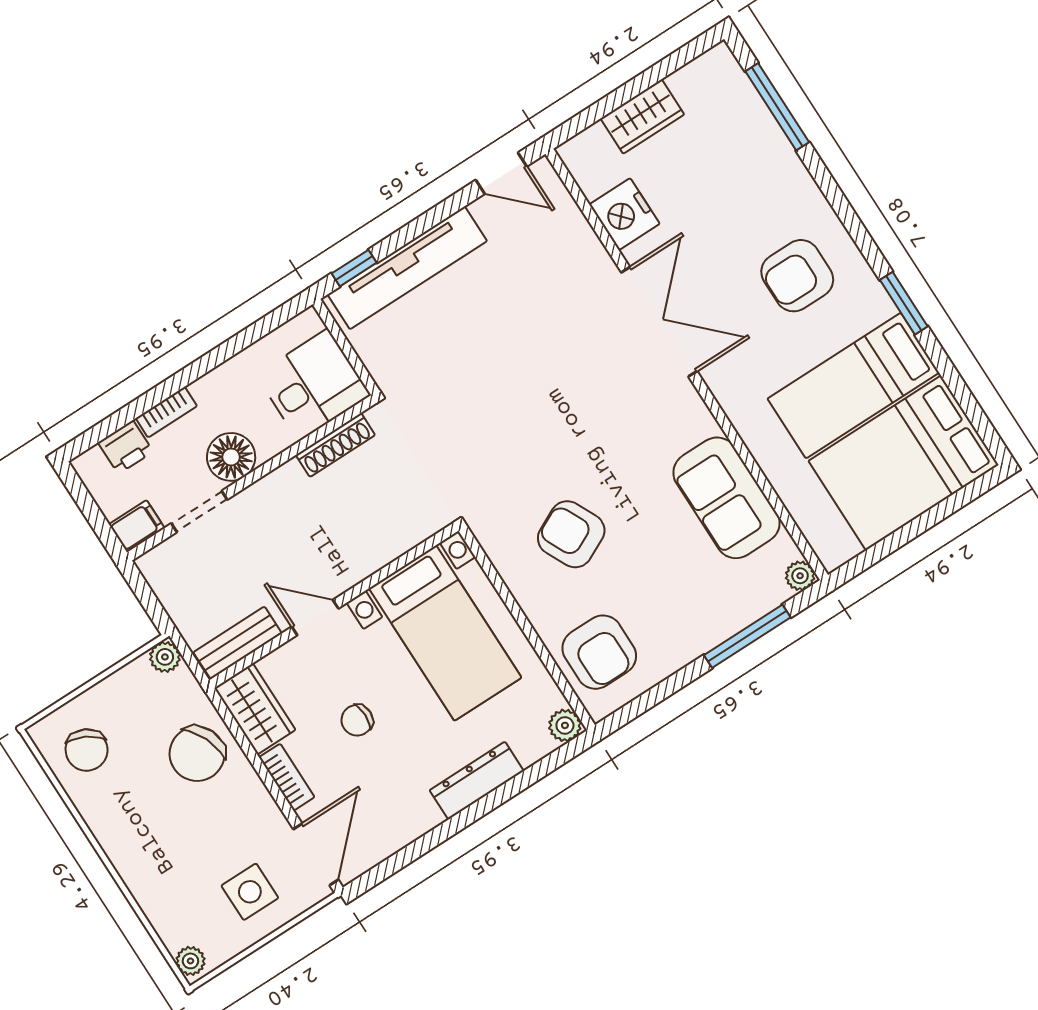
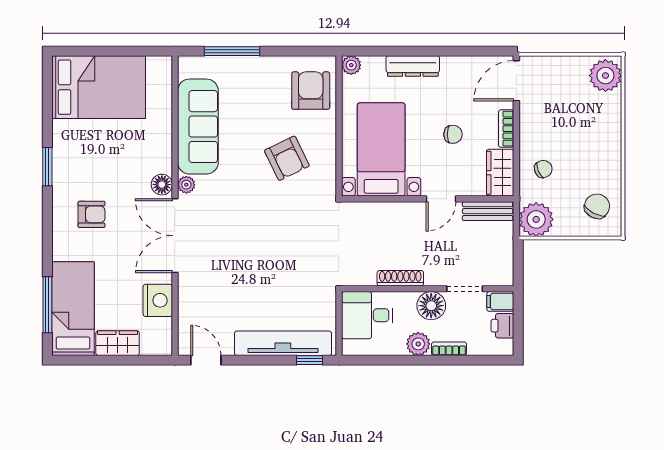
armchair: (797, 276) -> (92, 214), width x0.72, depth x0.72
floor lamp: (725, 382) -> (162, 185), added
bed: (853, 386) -> (73, 309), moved, turned -90
plant: (215, 391) -> (418, 344), added
shoe rack: (335, 445) -> (400, 278), moved
printer: (126, 447) -> (502, 326), moved, turned -90
sofa: (726, 498) -> (198, 127), width x1.36
plant: (800, 576) -> (186, 185), moved
door: (315, 618) -> (441, 199), hinge flipped
plant: (165, 657) -> (536, 219), width x1.88, depth x1.88
chair: (197, 754) -> (543, 169), width x0.54, depth x0.54
side table: (250, 892) -> (561, 83), removed
plant: (190, 961) -> (605, 76), width x1.87, depth x1.87

